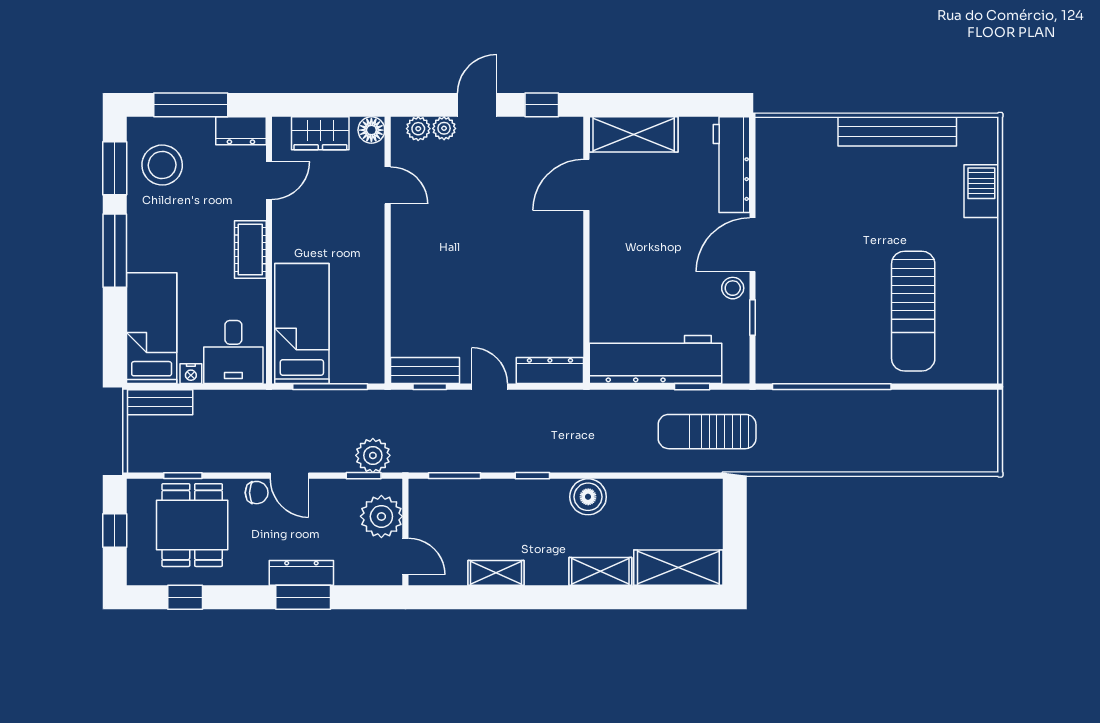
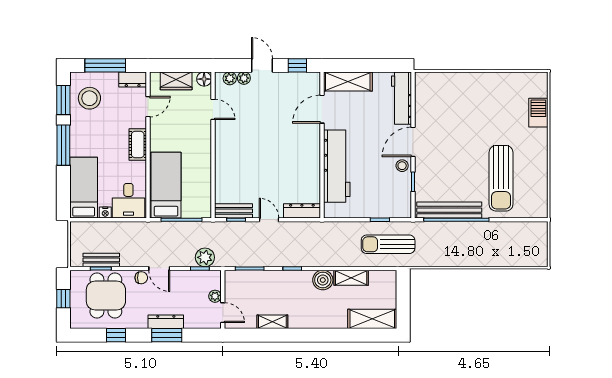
door: (477, 105) -> (262, 65), hinge flipped
bench: (897, 131) -> (449, 210), moved
workbench: (656, 360) -> (337, 166), moved, turned 90
bench: (160, 402) -> (101, 260), moved
plant: (381, 516) -> (215, 296), width x0.53, depth x0.53
shelving: (600, 571) -> (351, 278), moved
window: (185, 597) -> (116, 335), moved

